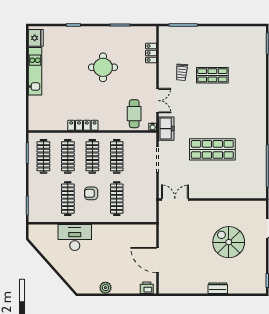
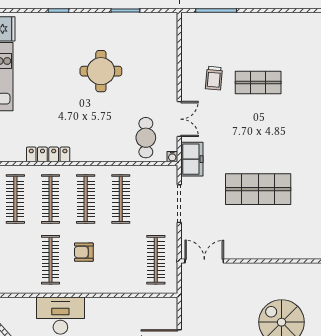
locker: (151, 53) -> (170, 51), removed
locker: (83, 125) -> (48, 154), moved
clothes rail: (117, 199) -> (156, 260), moved

